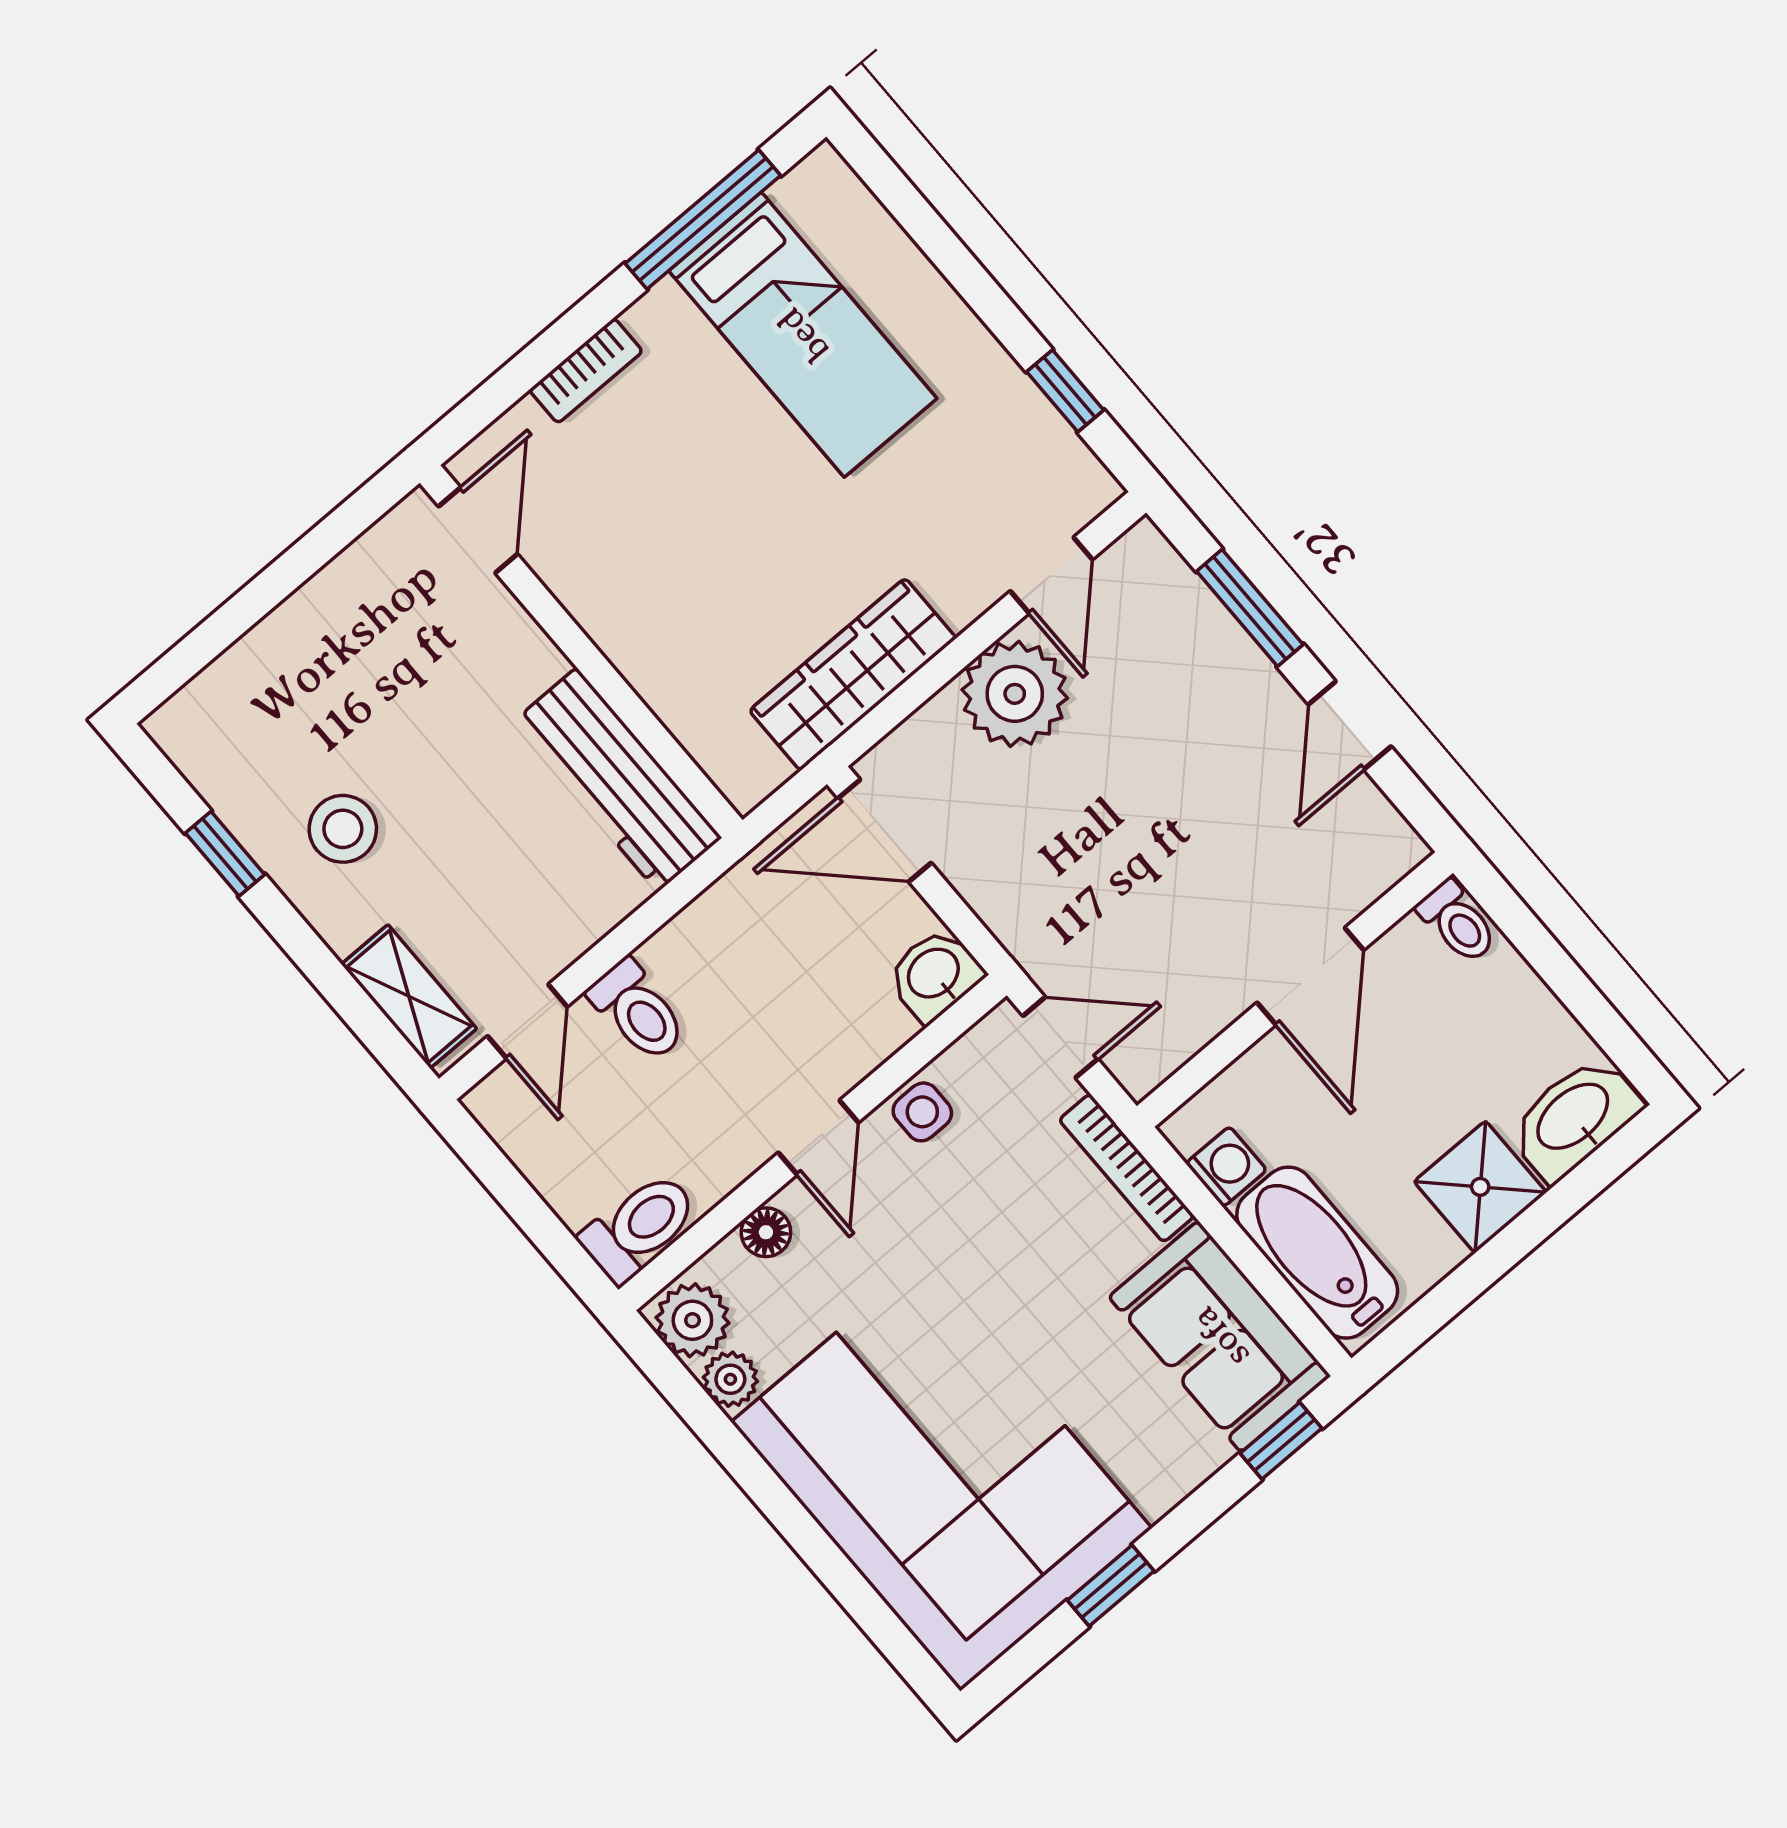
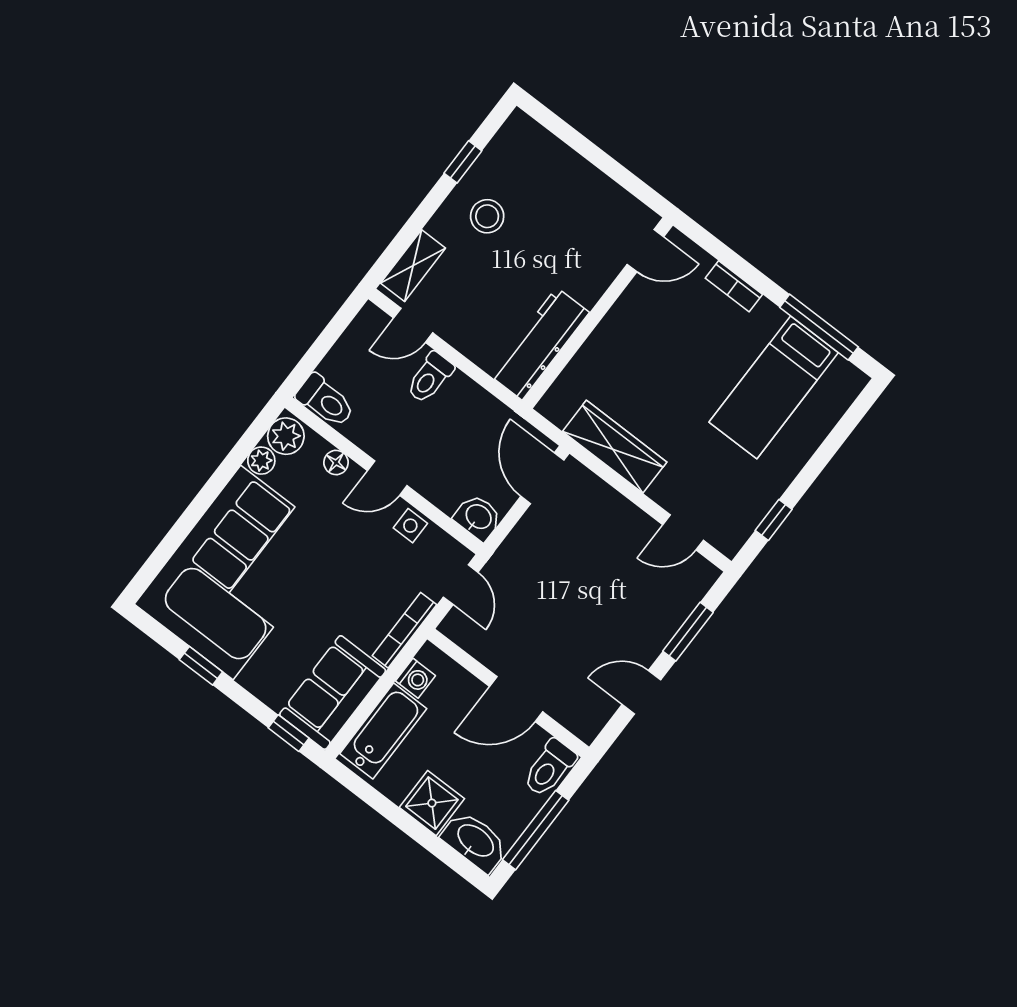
plant: (1015, 694) -> (622, 527), removed
toilet: (1457, 922) -> (549, 768), width x1.37, depth x1.39
window: (1578, 993) -> (536, 830), added

